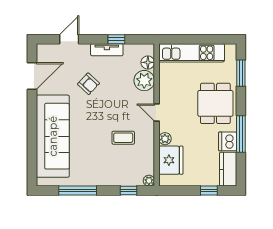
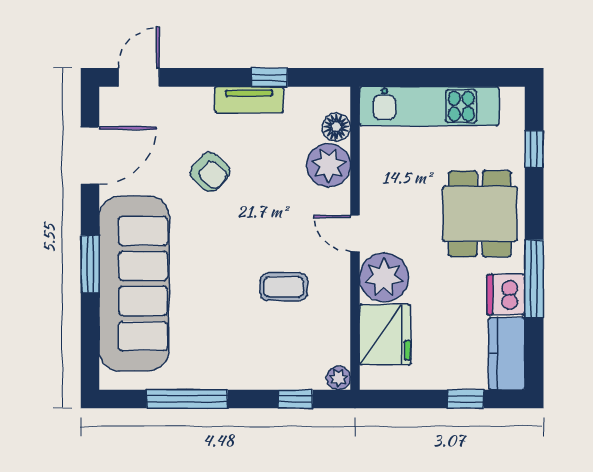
door: (69, 39) -> (139, 77), moved
window: (241, 73) -> (534, 149), width x0.67
window: (32, 127) -> (90, 264), added
plant: (165, 139) -> (384, 277), width x1.87, depth x1.87

